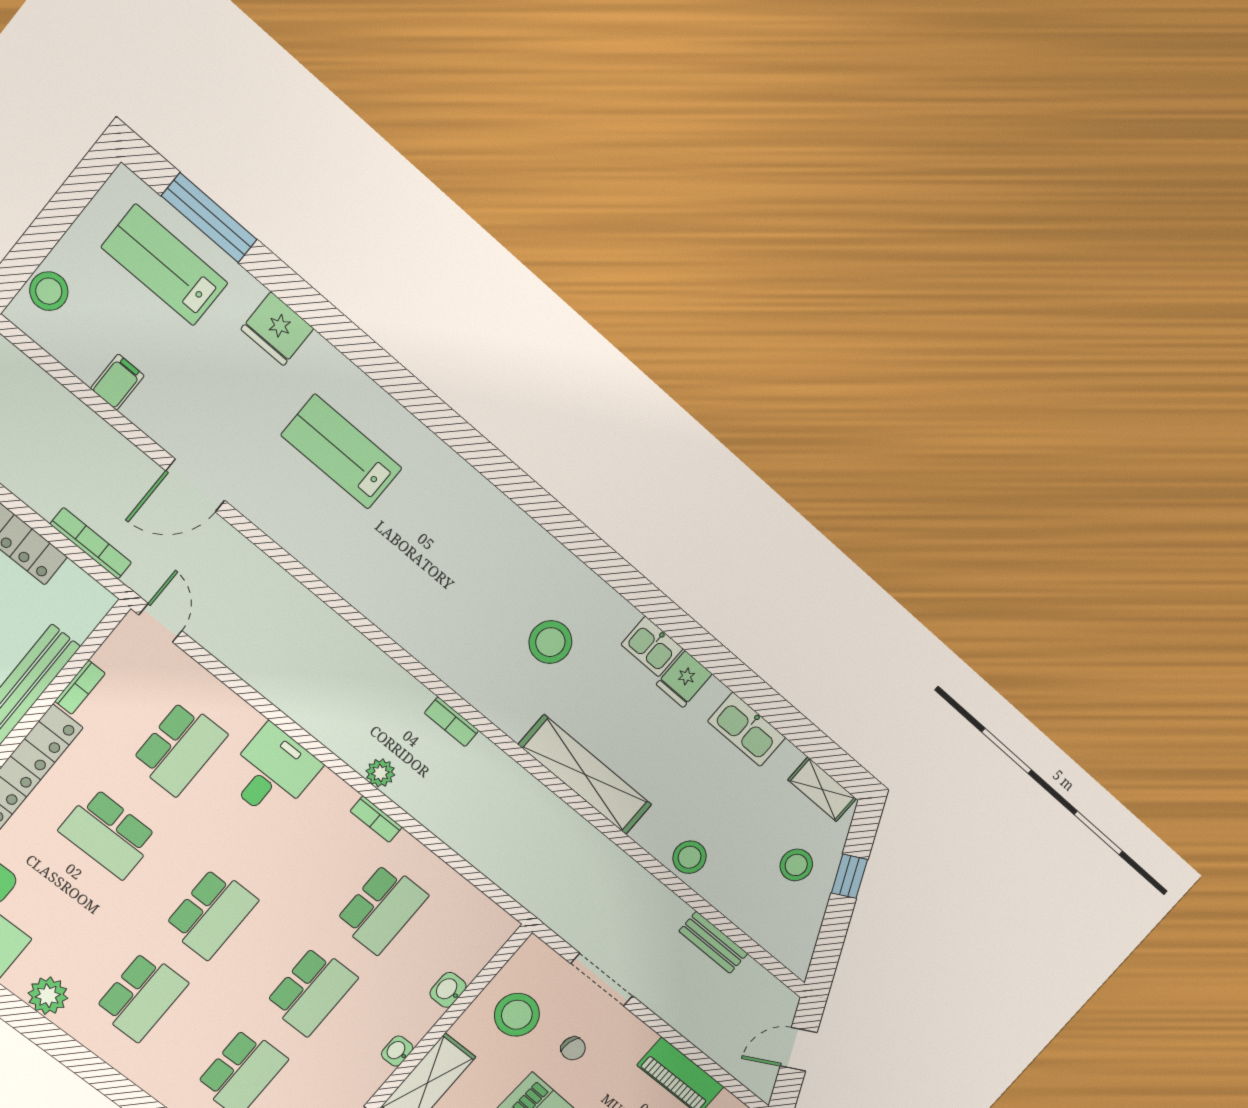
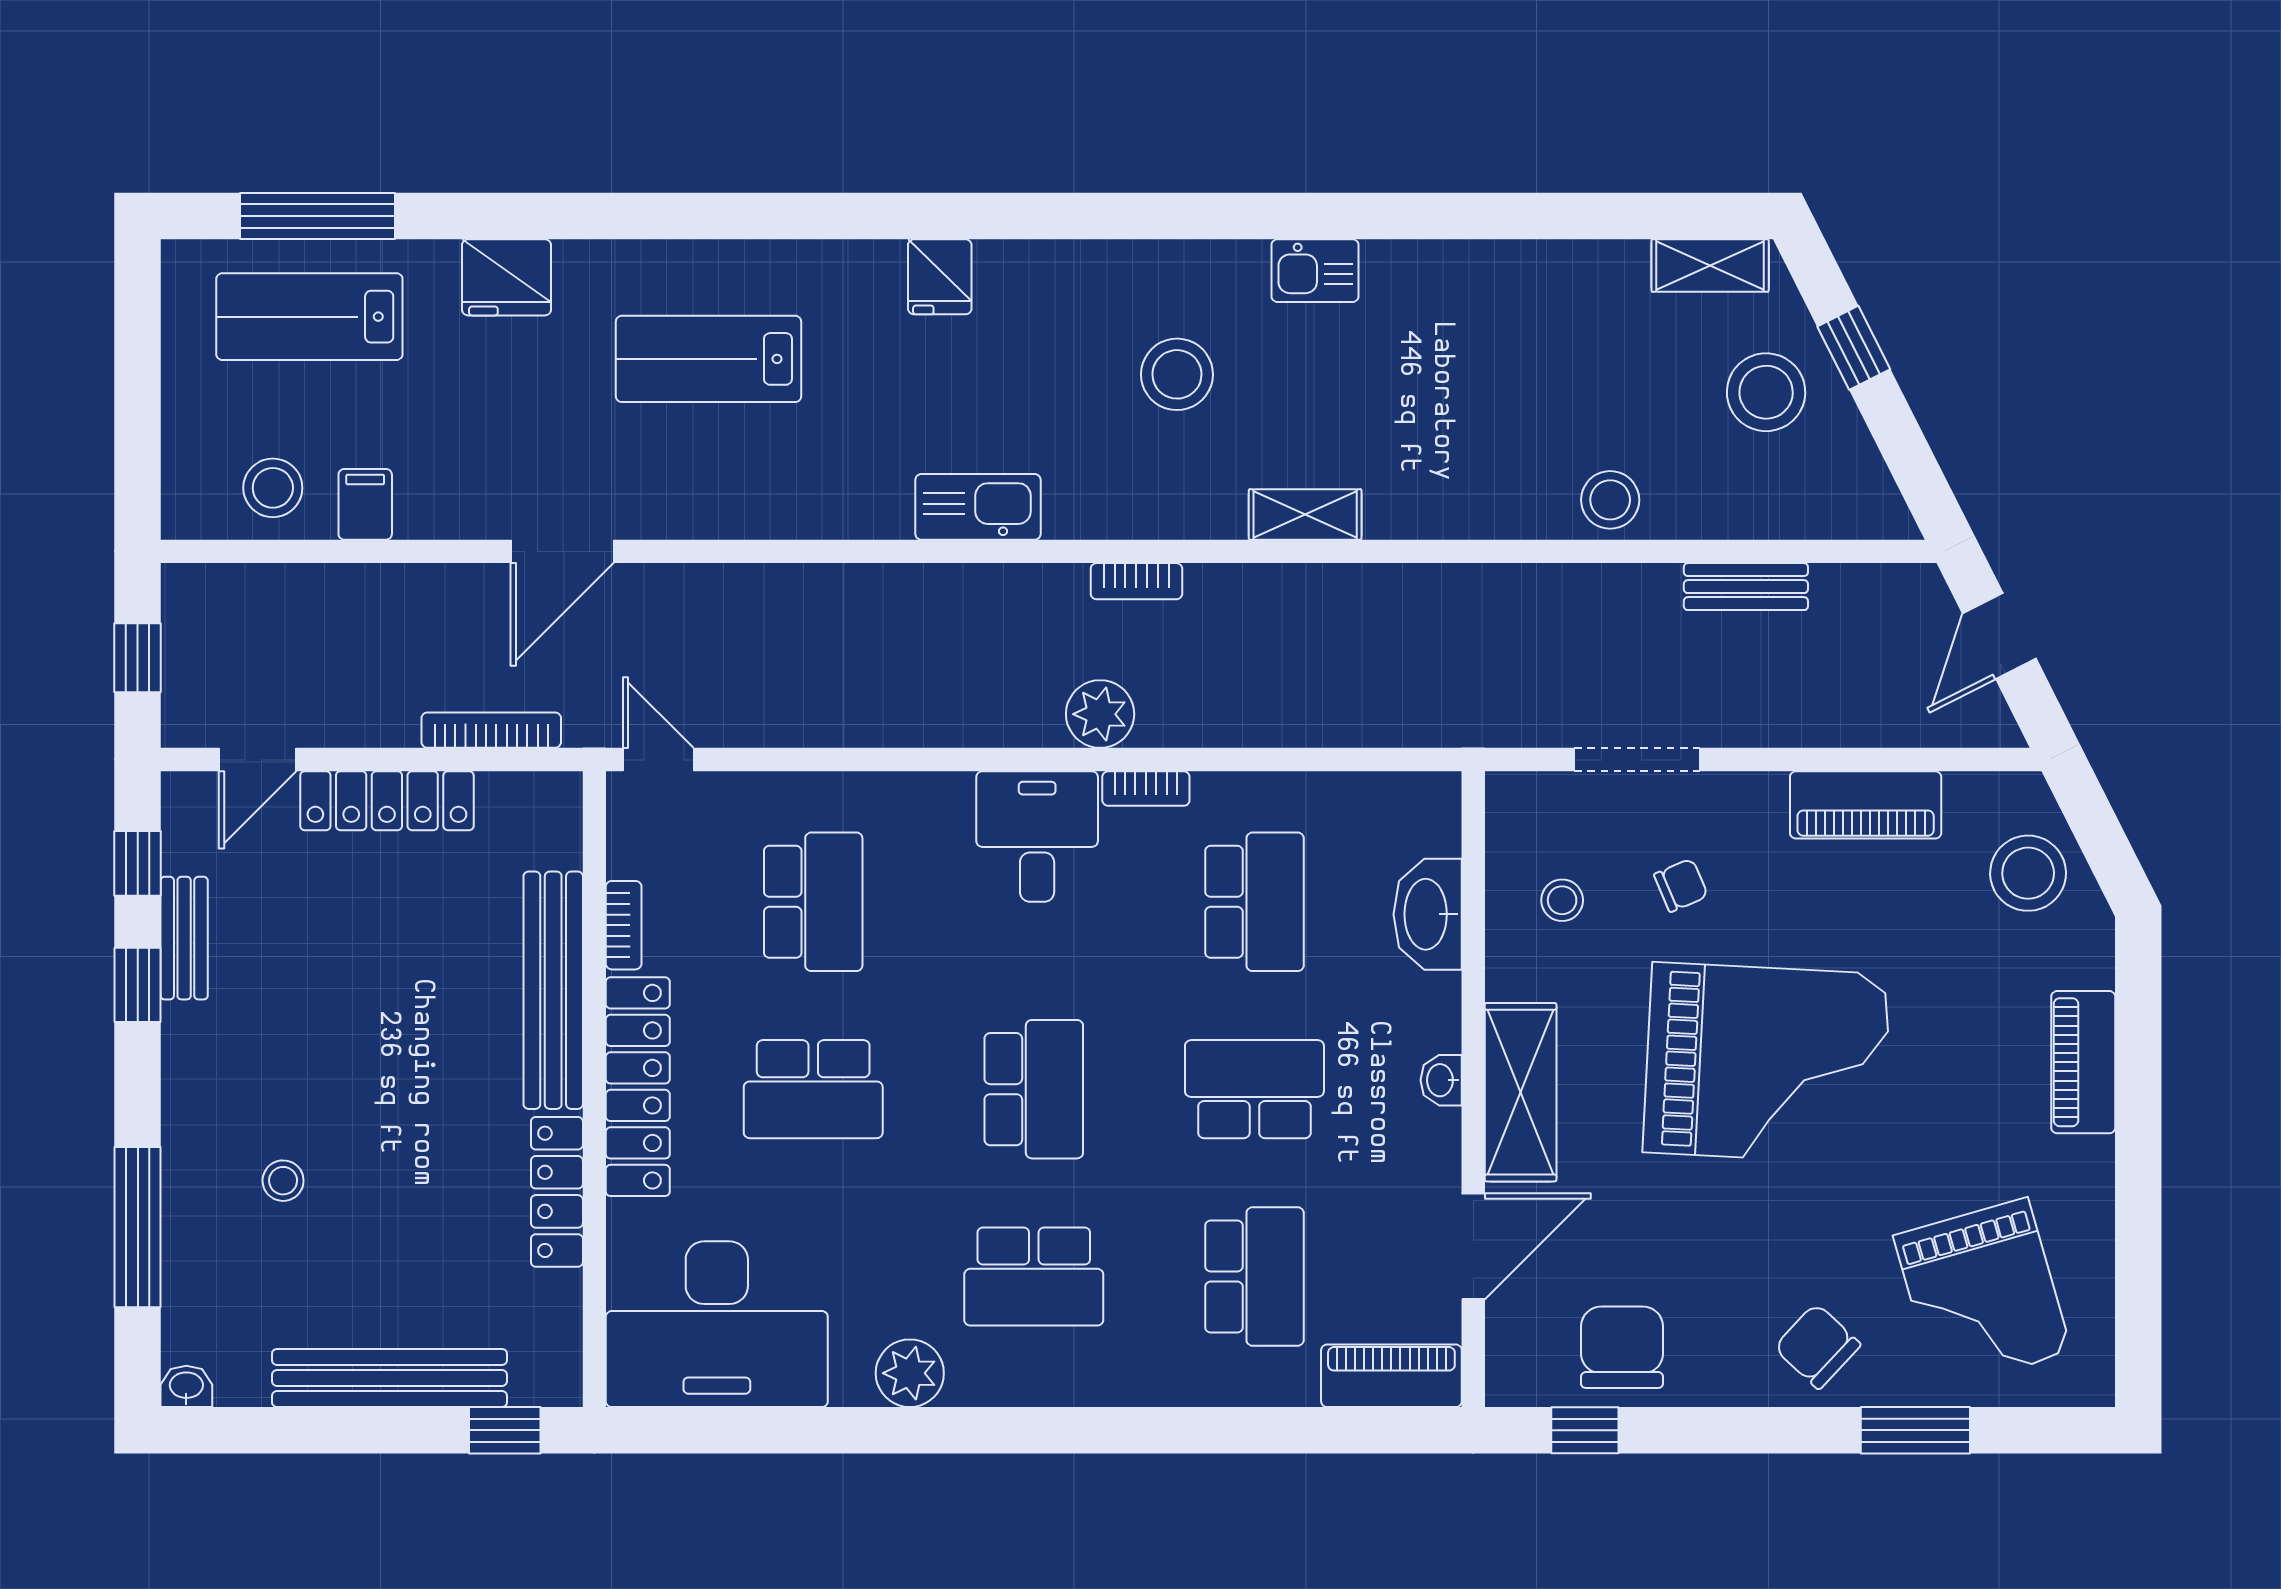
stool: (49, 291) -> (273, 488), moved
fridge: (684, 679) -> (940, 277), moved
kitchen sink: (747, 729) -> (978, 507), moved, turned 180
desk: (272, 772) -> (1037, 837), moved
plant: (380, 773) -> (1100, 714), width x1.38, depth x1.38
shelving: (585, 775) -> (1305, 515), width x0.45, depth x0.75
stool: (796, 865) -> (1766, 392), width x1.38, depth x1.38
washbasin: (448, 990) -> (1428, 914), width x1.91, depth x1.45
school desk: (311, 991) -> (1254, 1089), turned -90
school desk: (141, 996) -> (1034, 1277), turned 90
stool: (517, 1015) -> (1562, 900), width x0.53, depth x0.53
chair: (573, 1048) -> (1681, 885), turned -37

